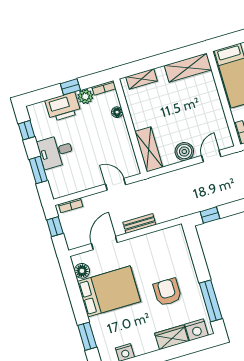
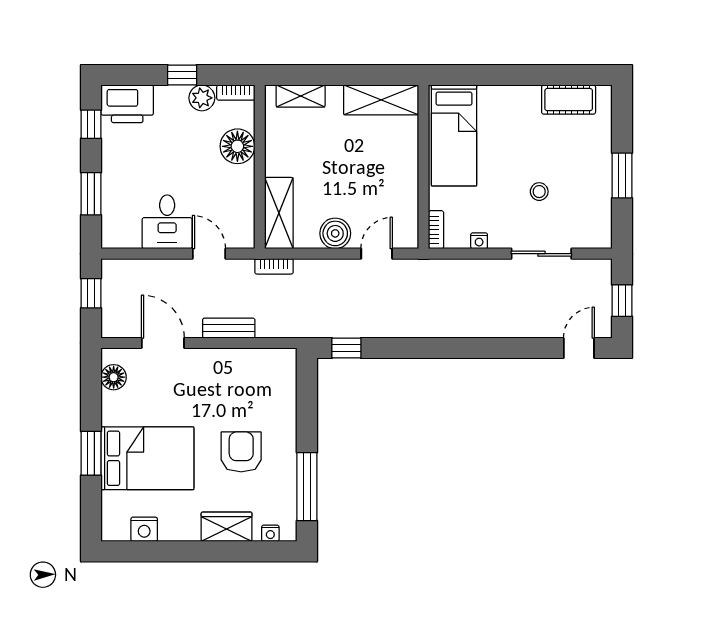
printer: (63, 107) -> (127, 104), moved
floor lamp: (117, 112) -> (237, 146), width x1.89, depth x1.89
desk: (56, 151) -> (167, 222), moved, turned -90
bookcase: (71, 205) -> (274, 266), moved
door: (104, 243) -> (163, 343), hinge flipped
bed: (109, 291) -> (147, 458), moved
nightstand: (197, 330) -> (270, 533), width x0.53, depth x0.56
window: (87, 336) -> (91, 453), moved

